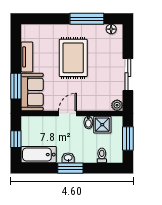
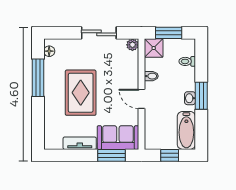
rug: (73, 58) -> (81, 93), turned 90
shower: (102, 125) -> (154, 48), moved

